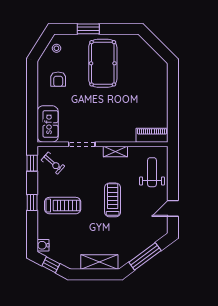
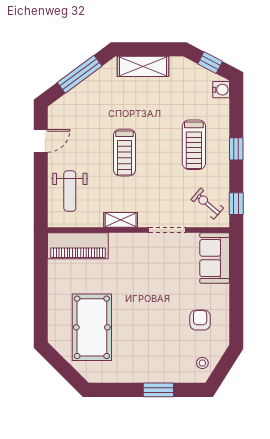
pool table: (103, 63) -> (92, 327), moved
piano: (152, 135) -> (78, 246), width x1.37, depth x1.33
treadmill: (63, 206) -> (194, 145), turned -90

